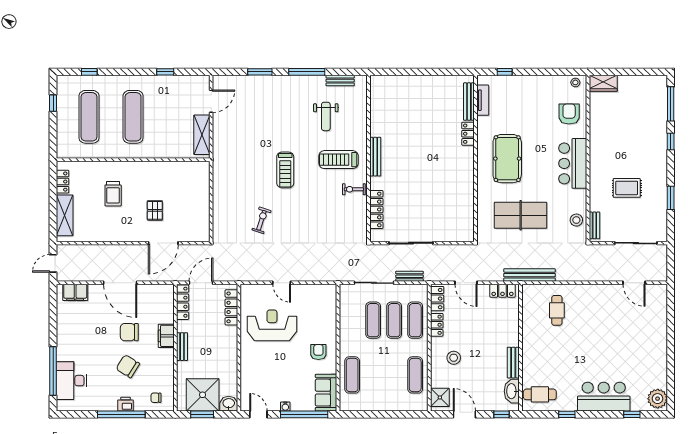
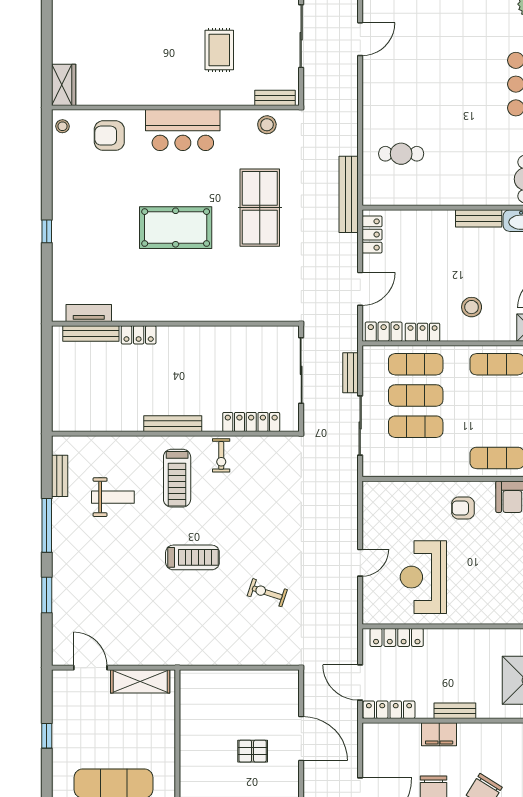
tv unit: (483, 100) -> (89, 313), moved
bench: (469, 102) -> (91, 333), moved
locker: (468, 134) -> (139, 335), moved
wall: (476, 158) -> (175, 324), moved

